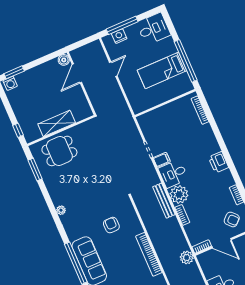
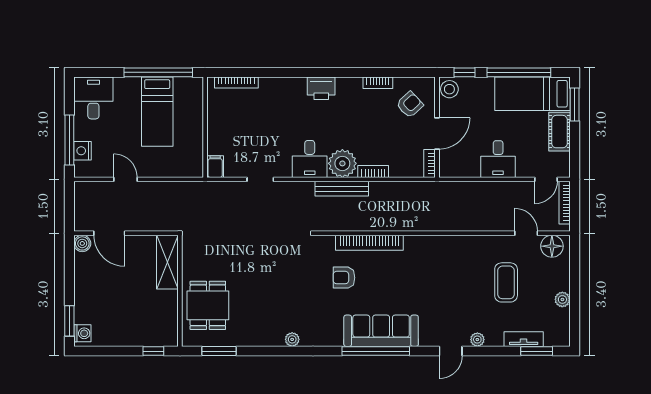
shelving: (57, 123) -> (167, 262), moved
filing cabinet: (162, 160) -> (215, 167), moved
bookcase: (149, 254) -> (369, 243), moved
plant: (187, 258) -> (436, 191), removed

